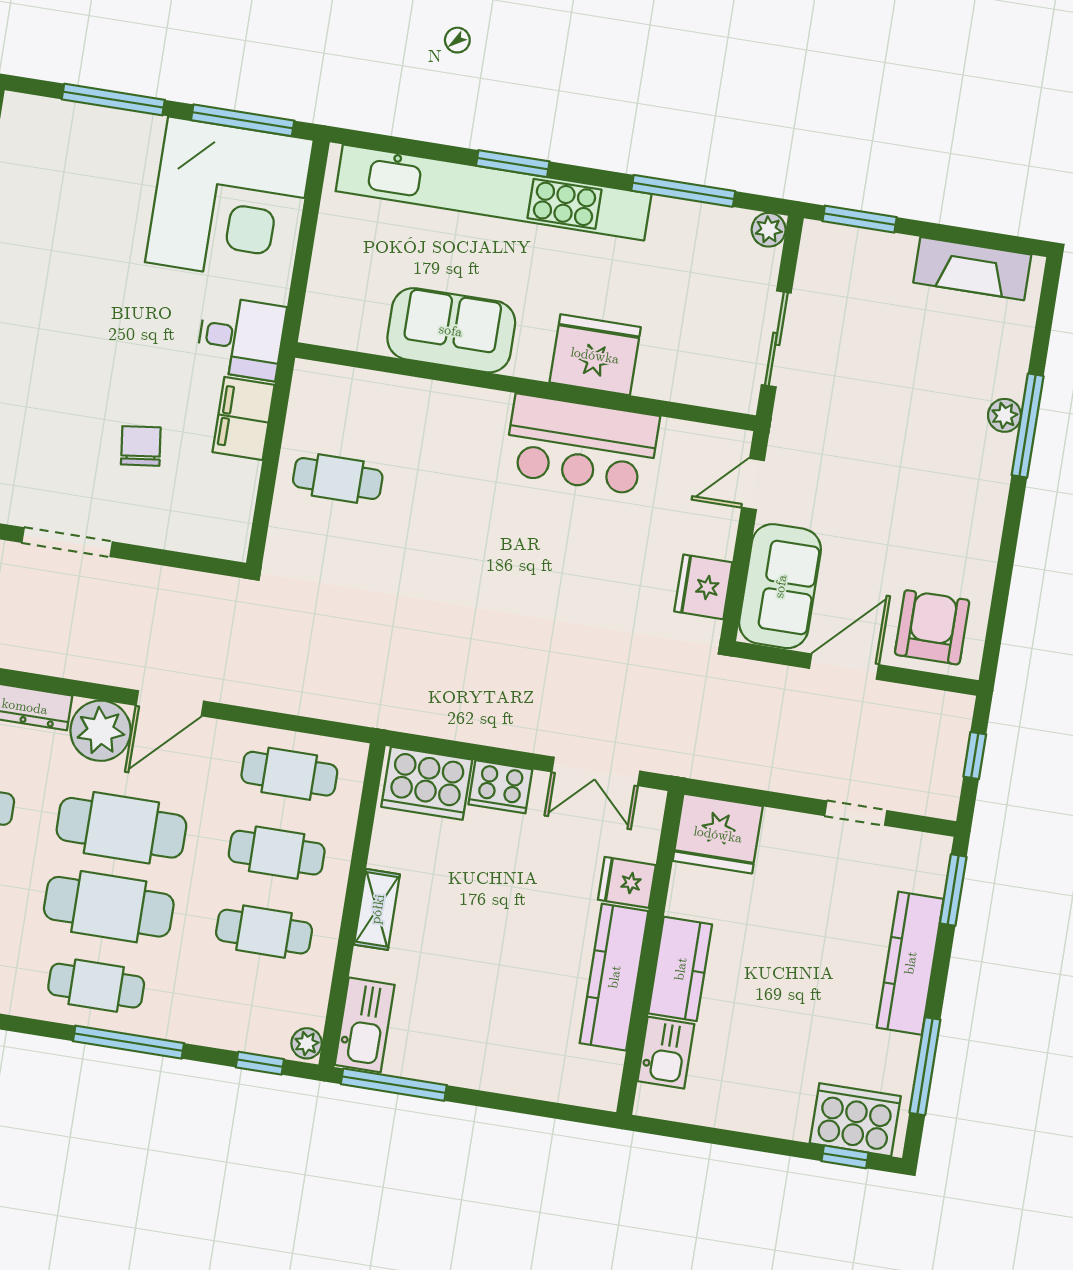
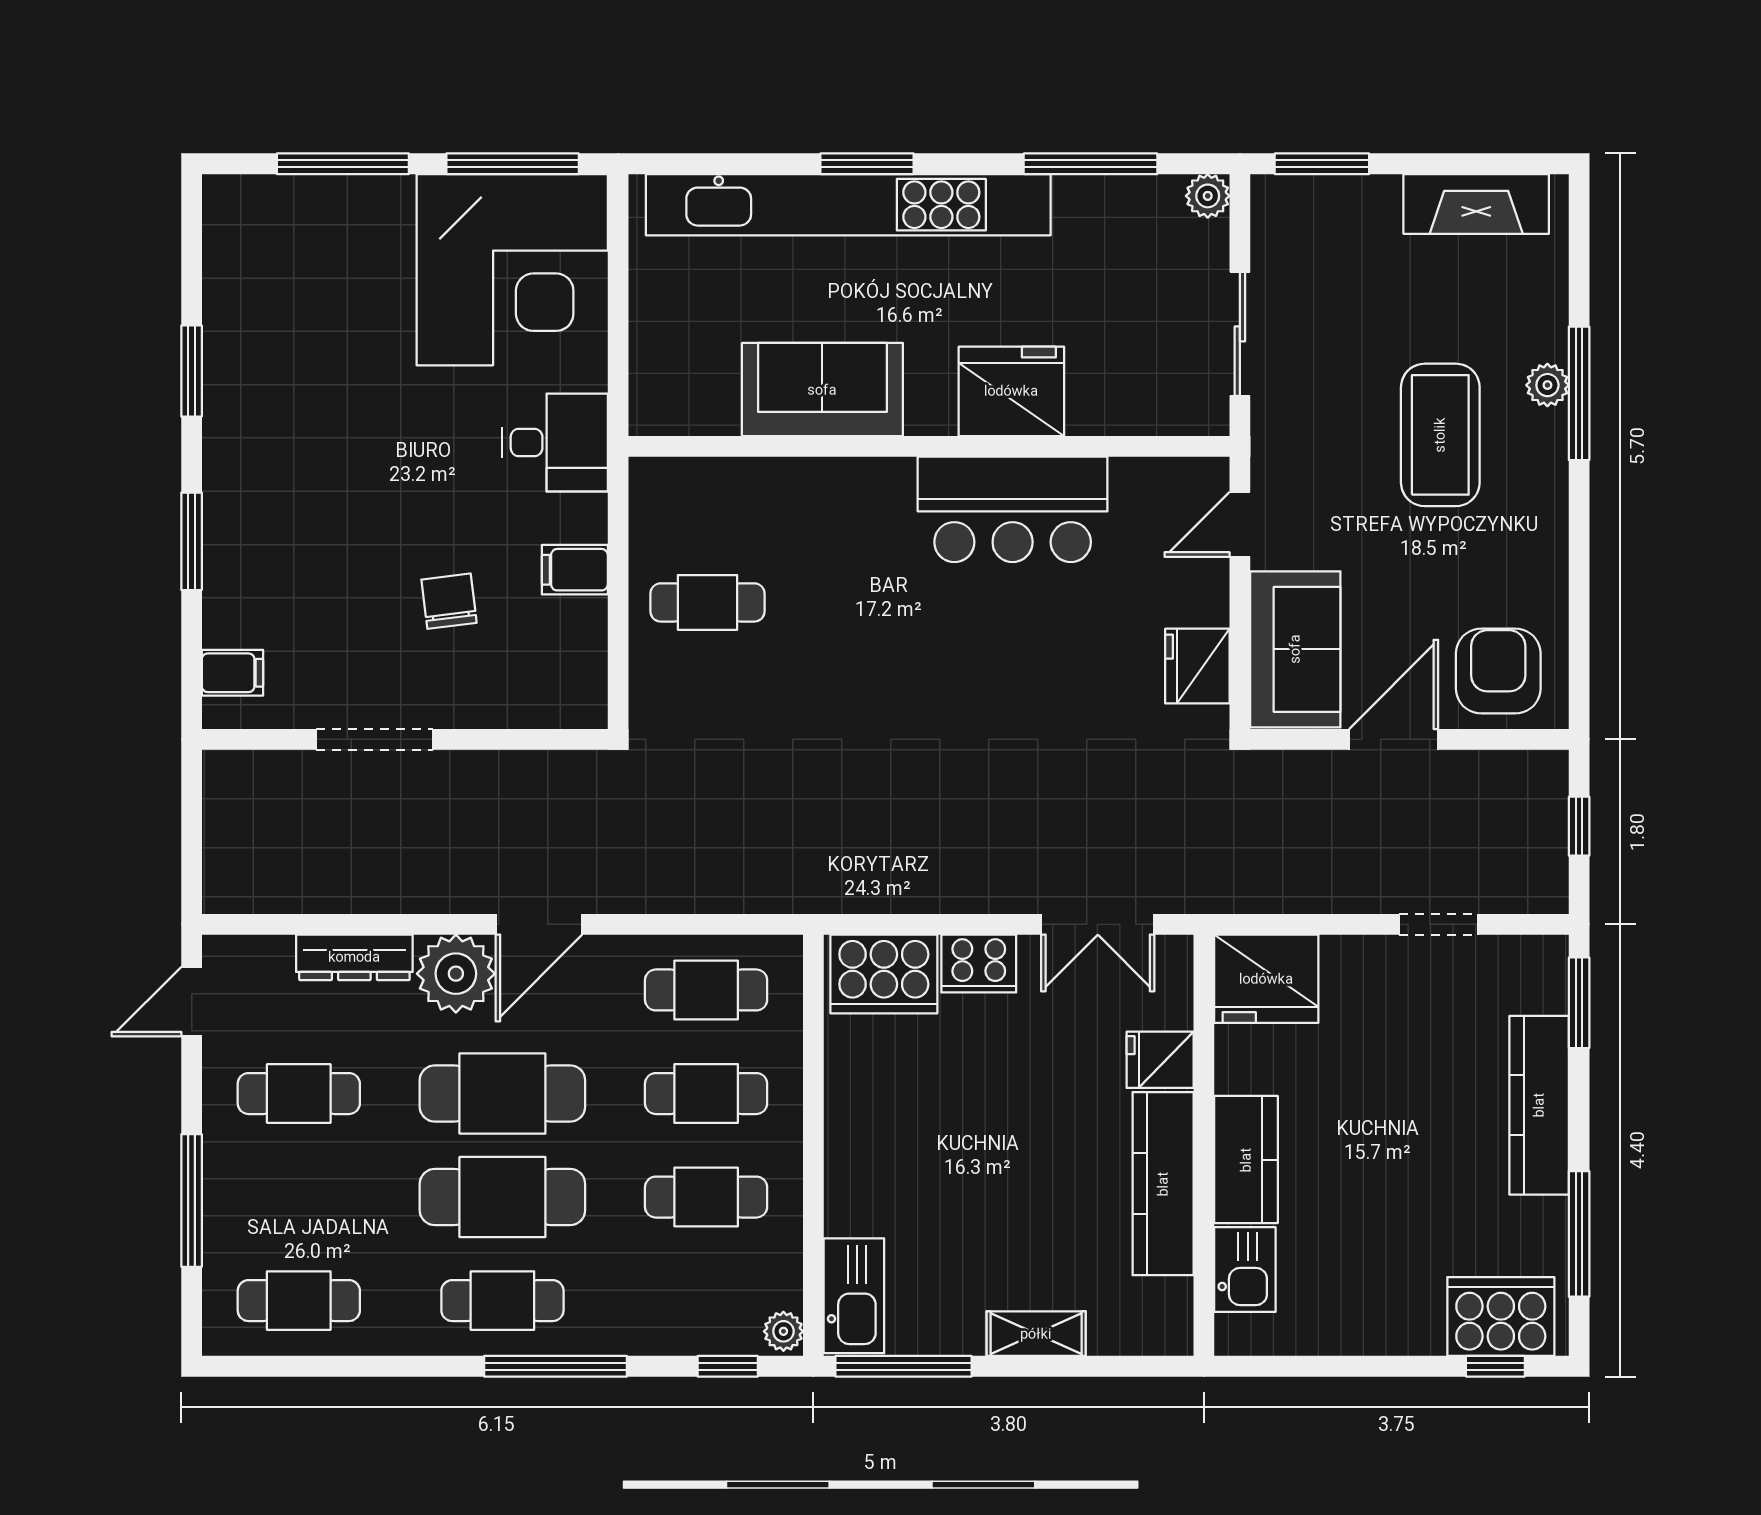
filing cabinet: (244, 419) -> (575, 570), width x0.50
coffee table: (917, 440) -> (1440, 435), added
shelving: (377, 909) -> (1036, 1334), moved, turned 90

